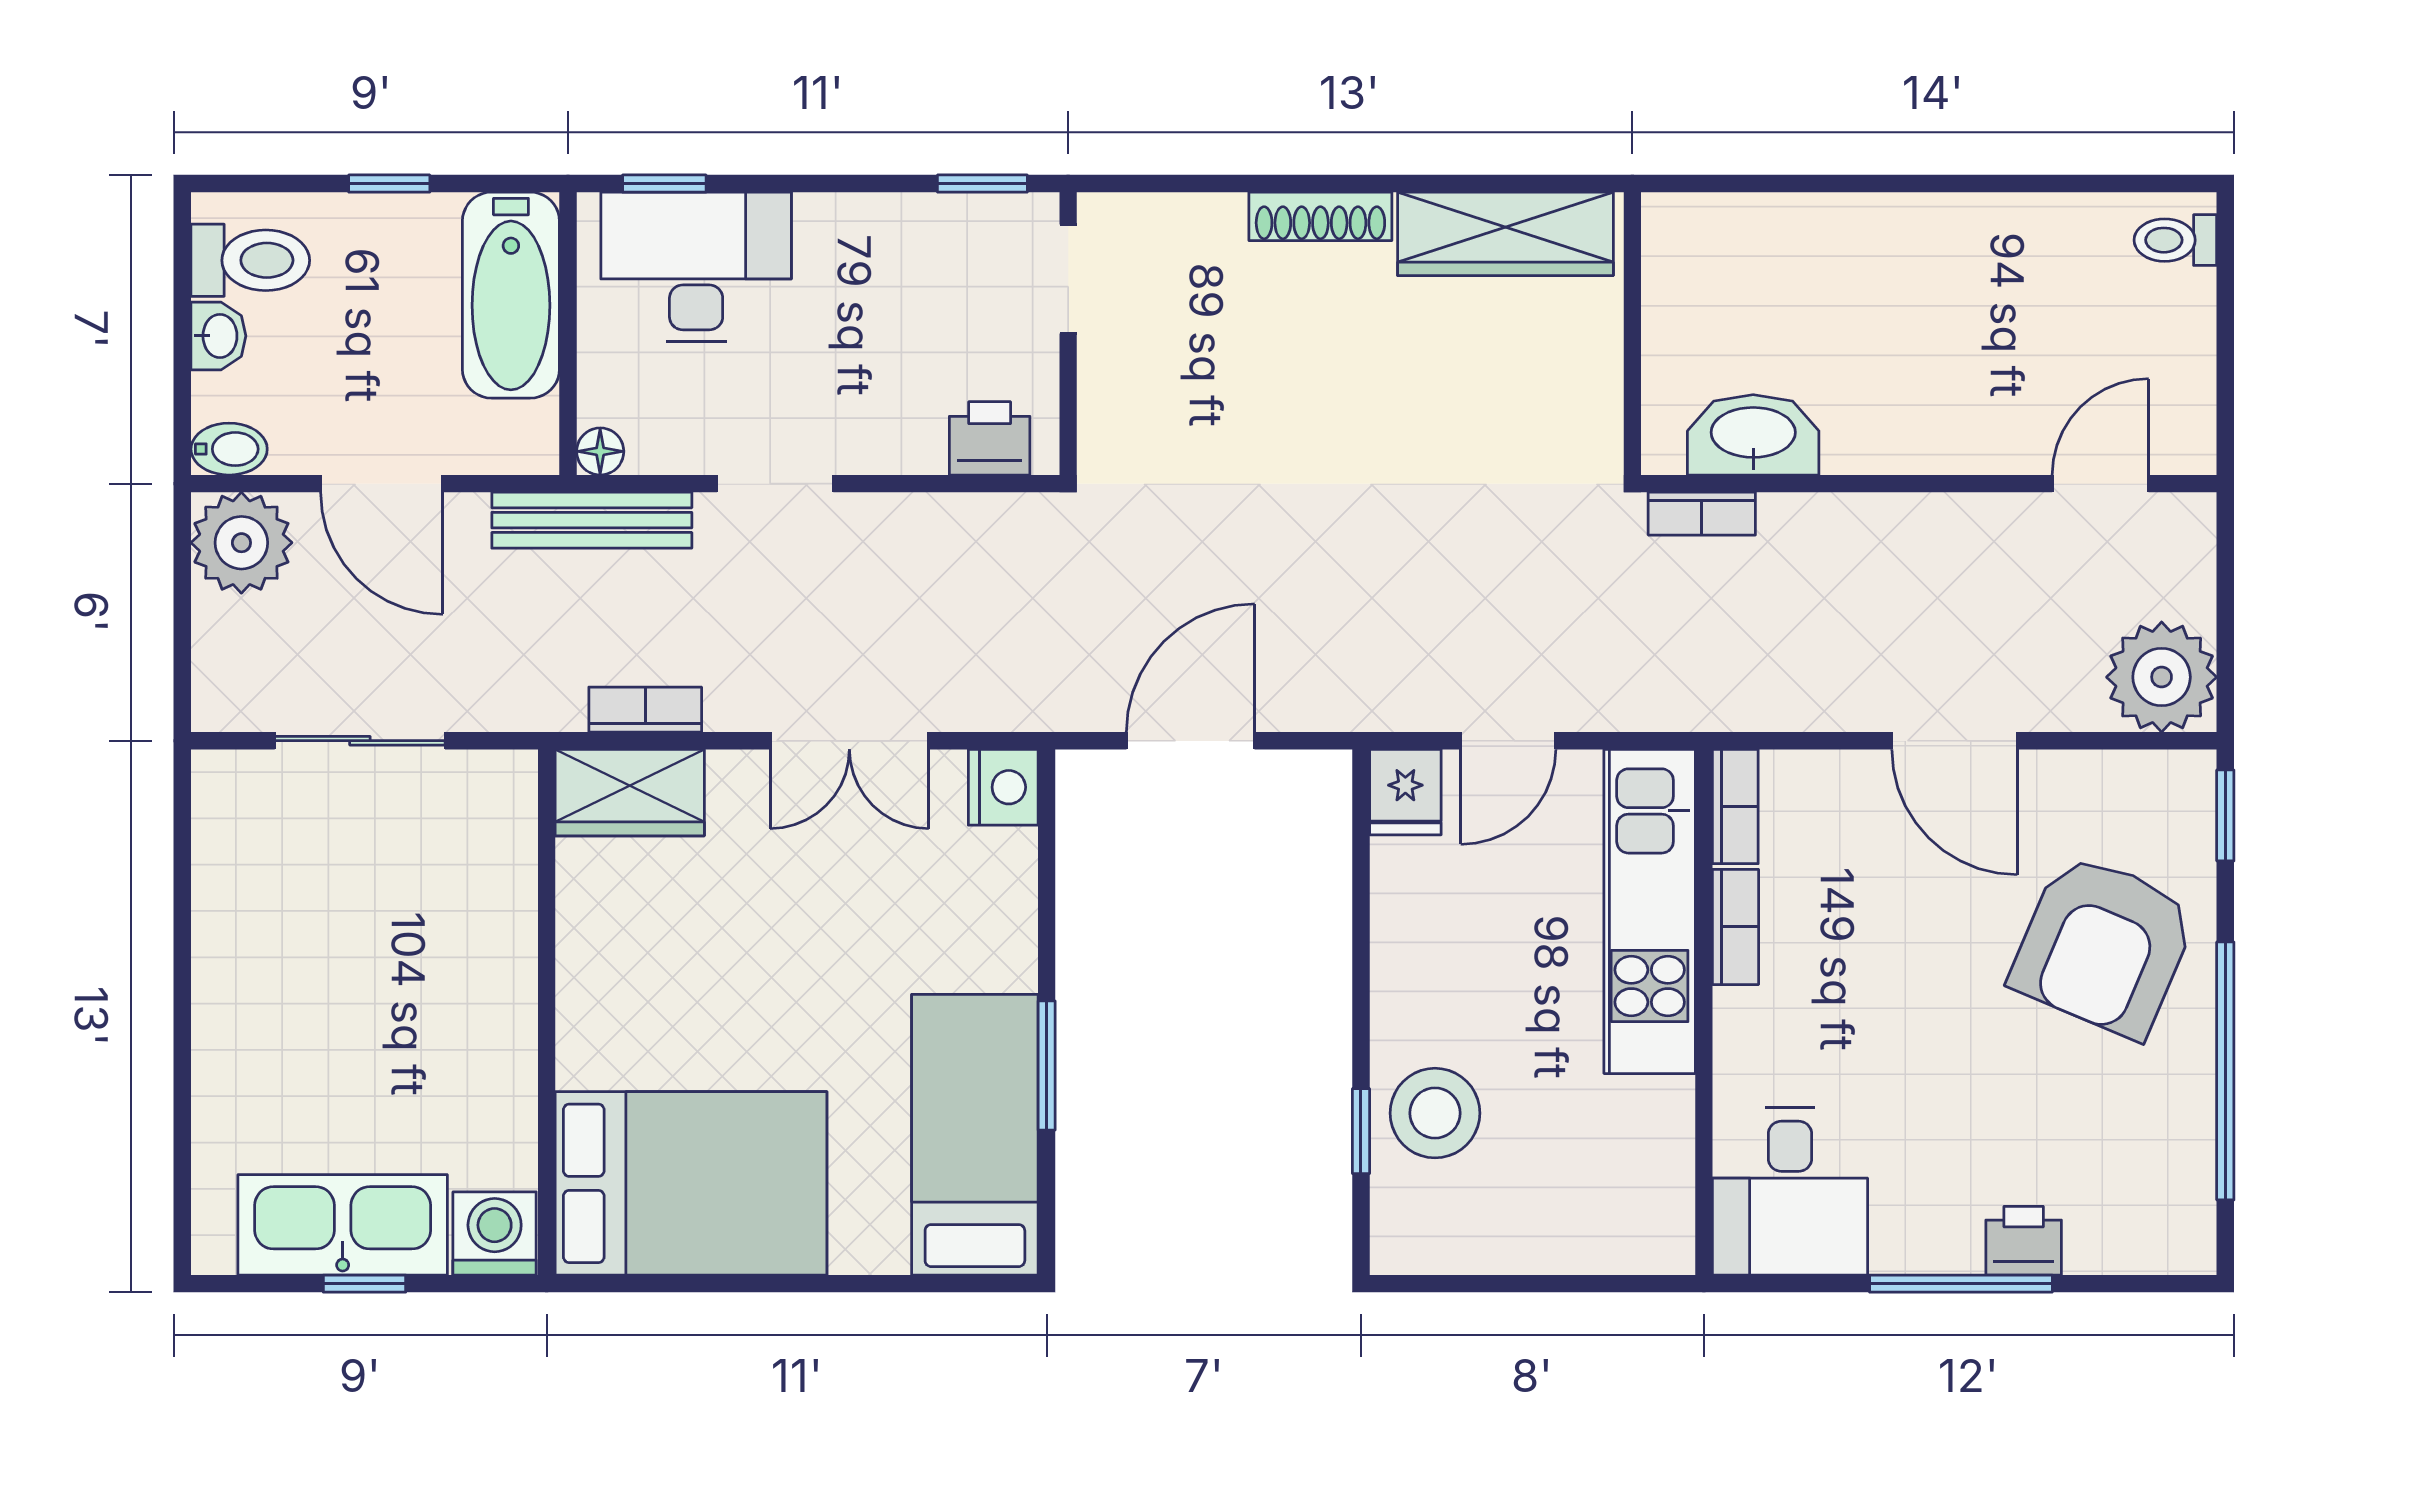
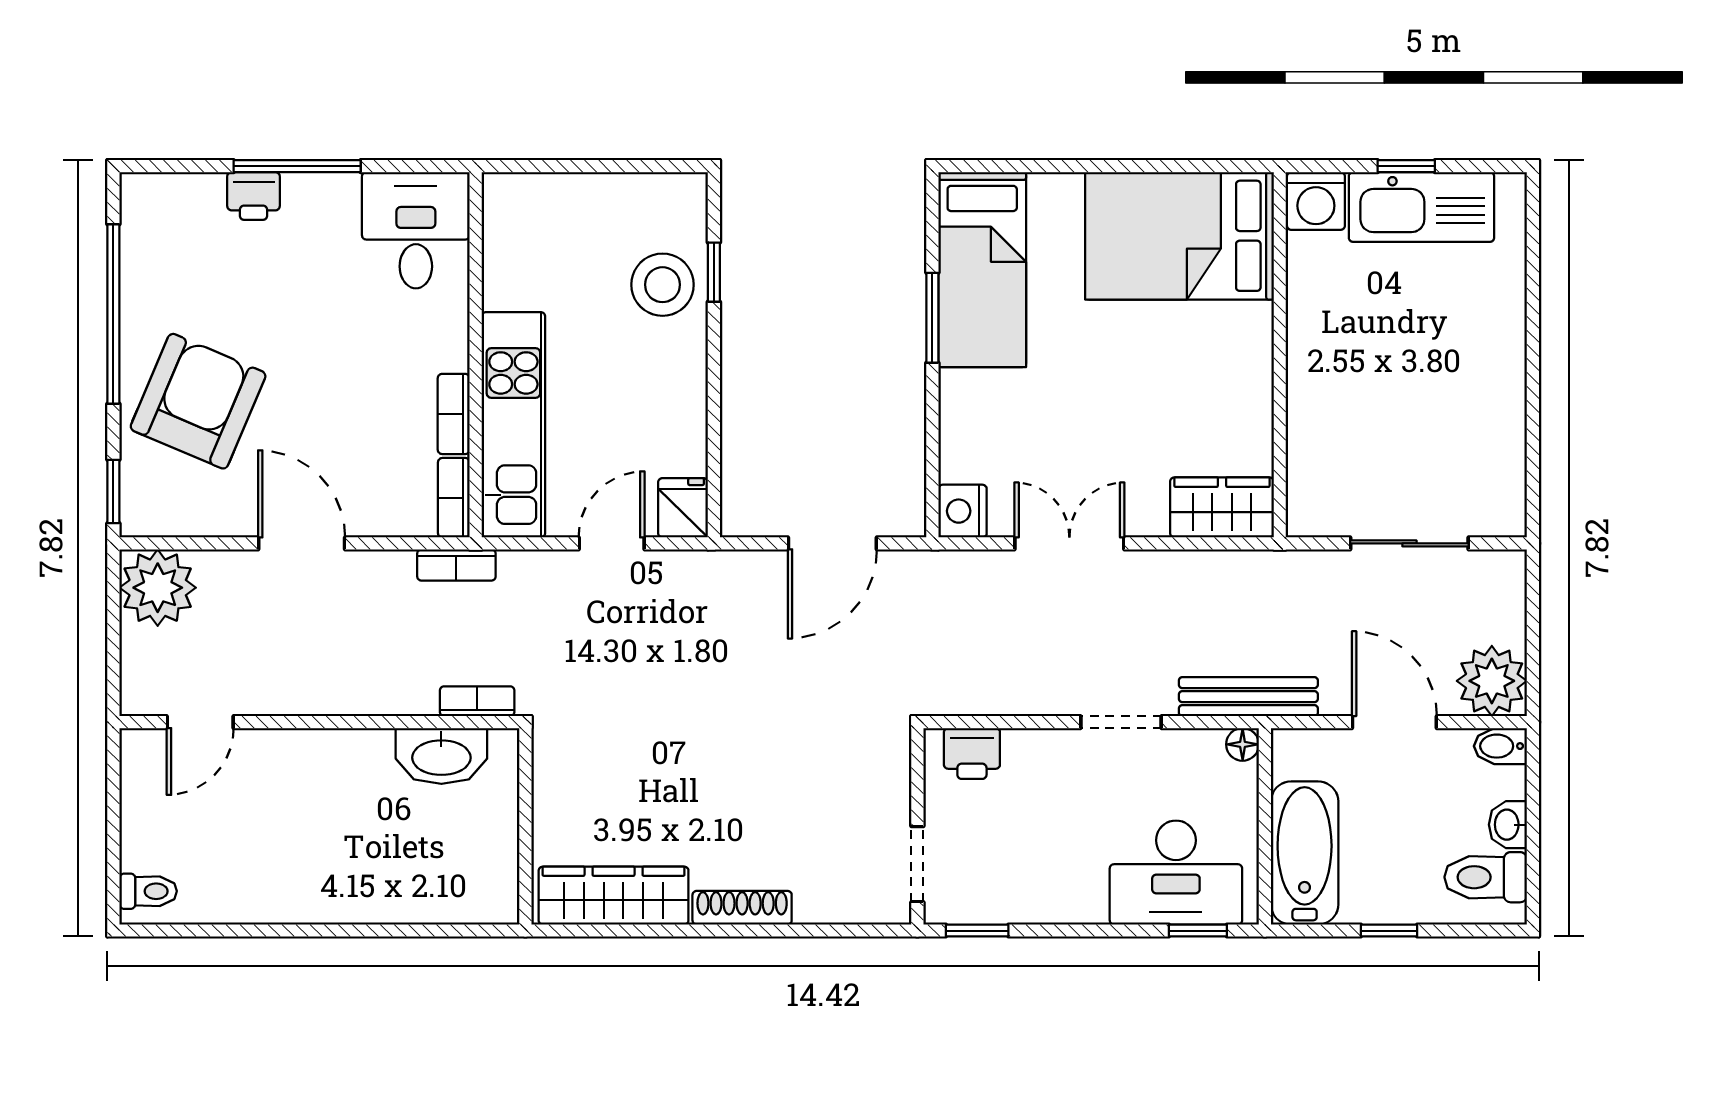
bookcase: (645, 710) -> (456, 565), moved

